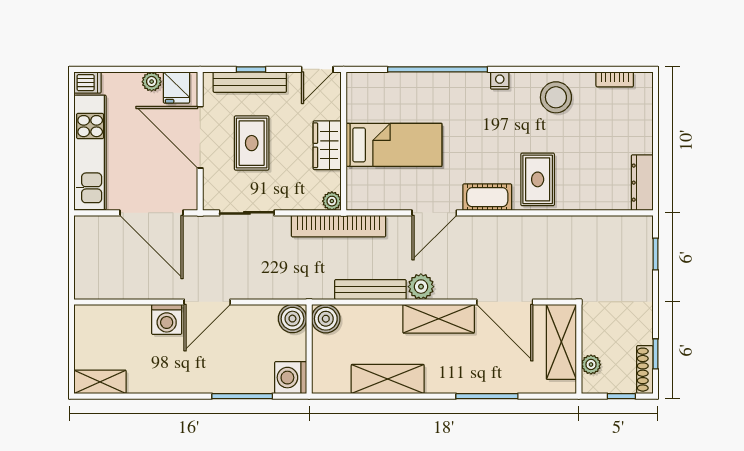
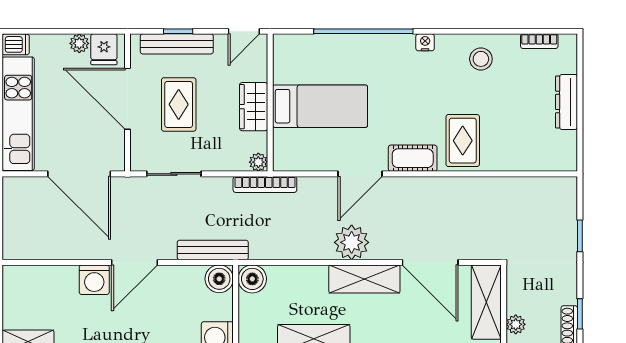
stool: (556, 97) -> (481, 59), width x0.73, depth x0.73
dresser: (642, 183) -> (567, 102), moved
bookcase: (339, 226) -> (265, 184), width x0.68, depth x0.76
window: (656, 254) -> (580, 236), moved
plant: (421, 287) -> (352, 242), width x1.36, depth x1.36
bench: (370, 290) -> (213, 250), moved

